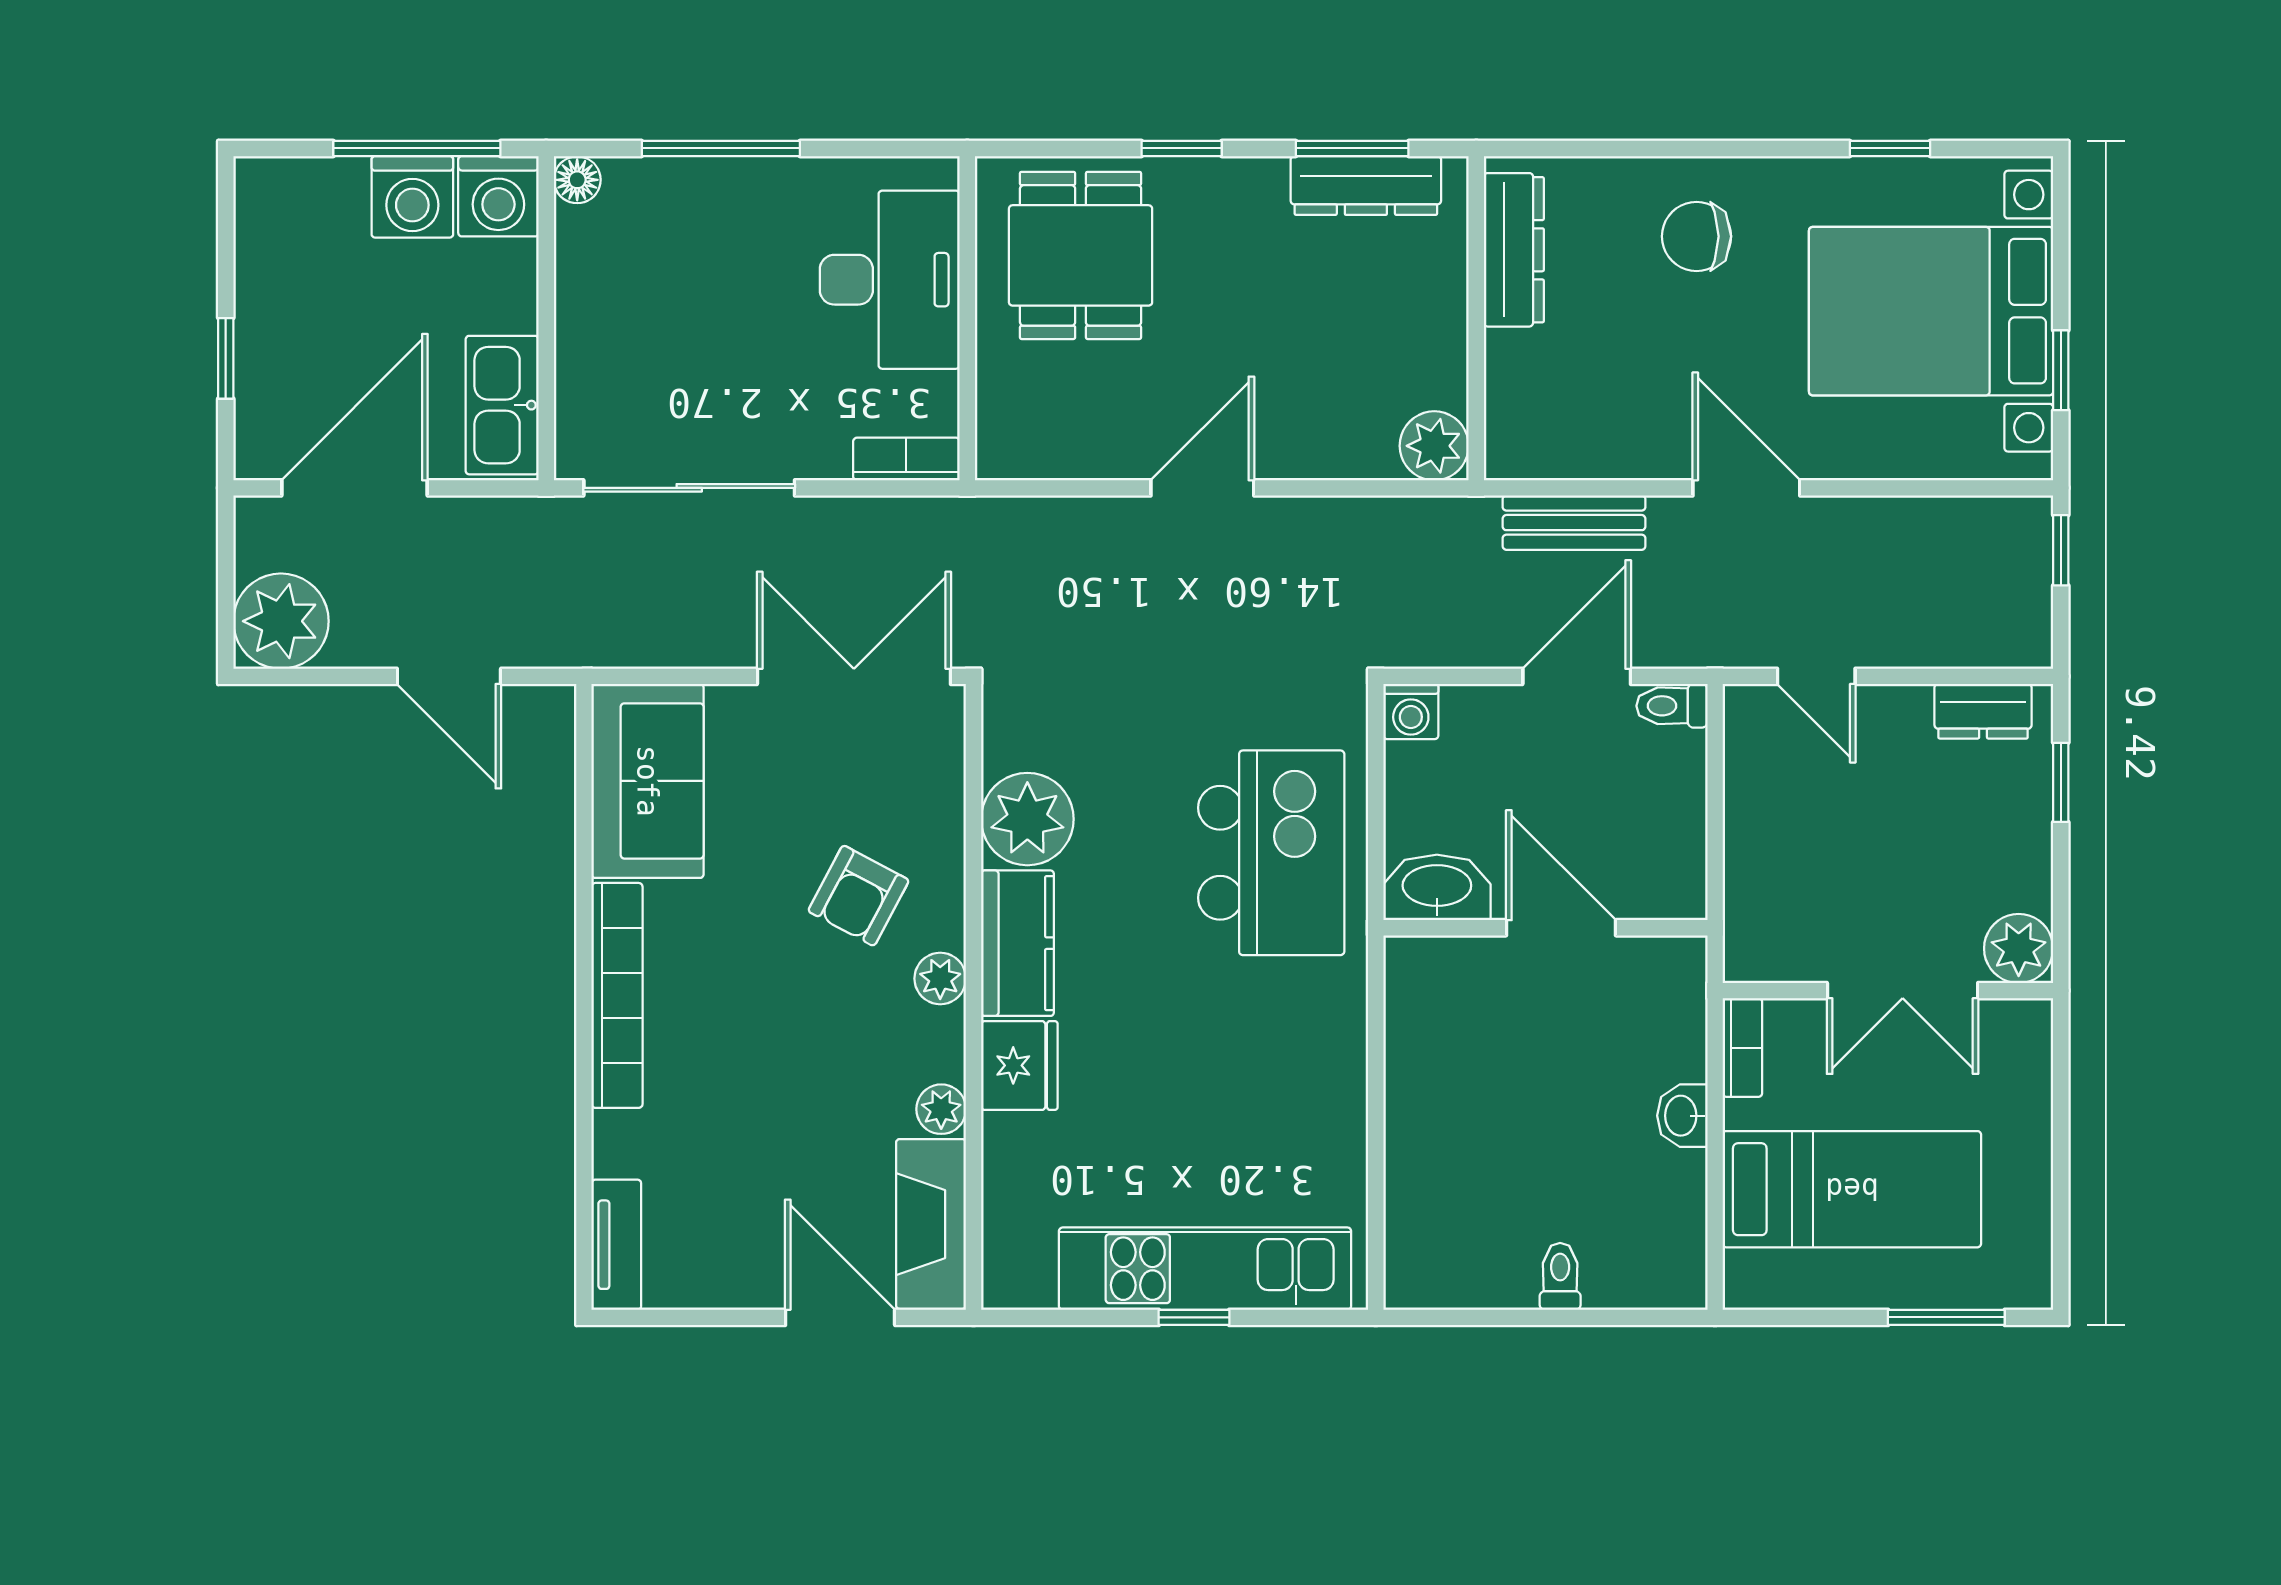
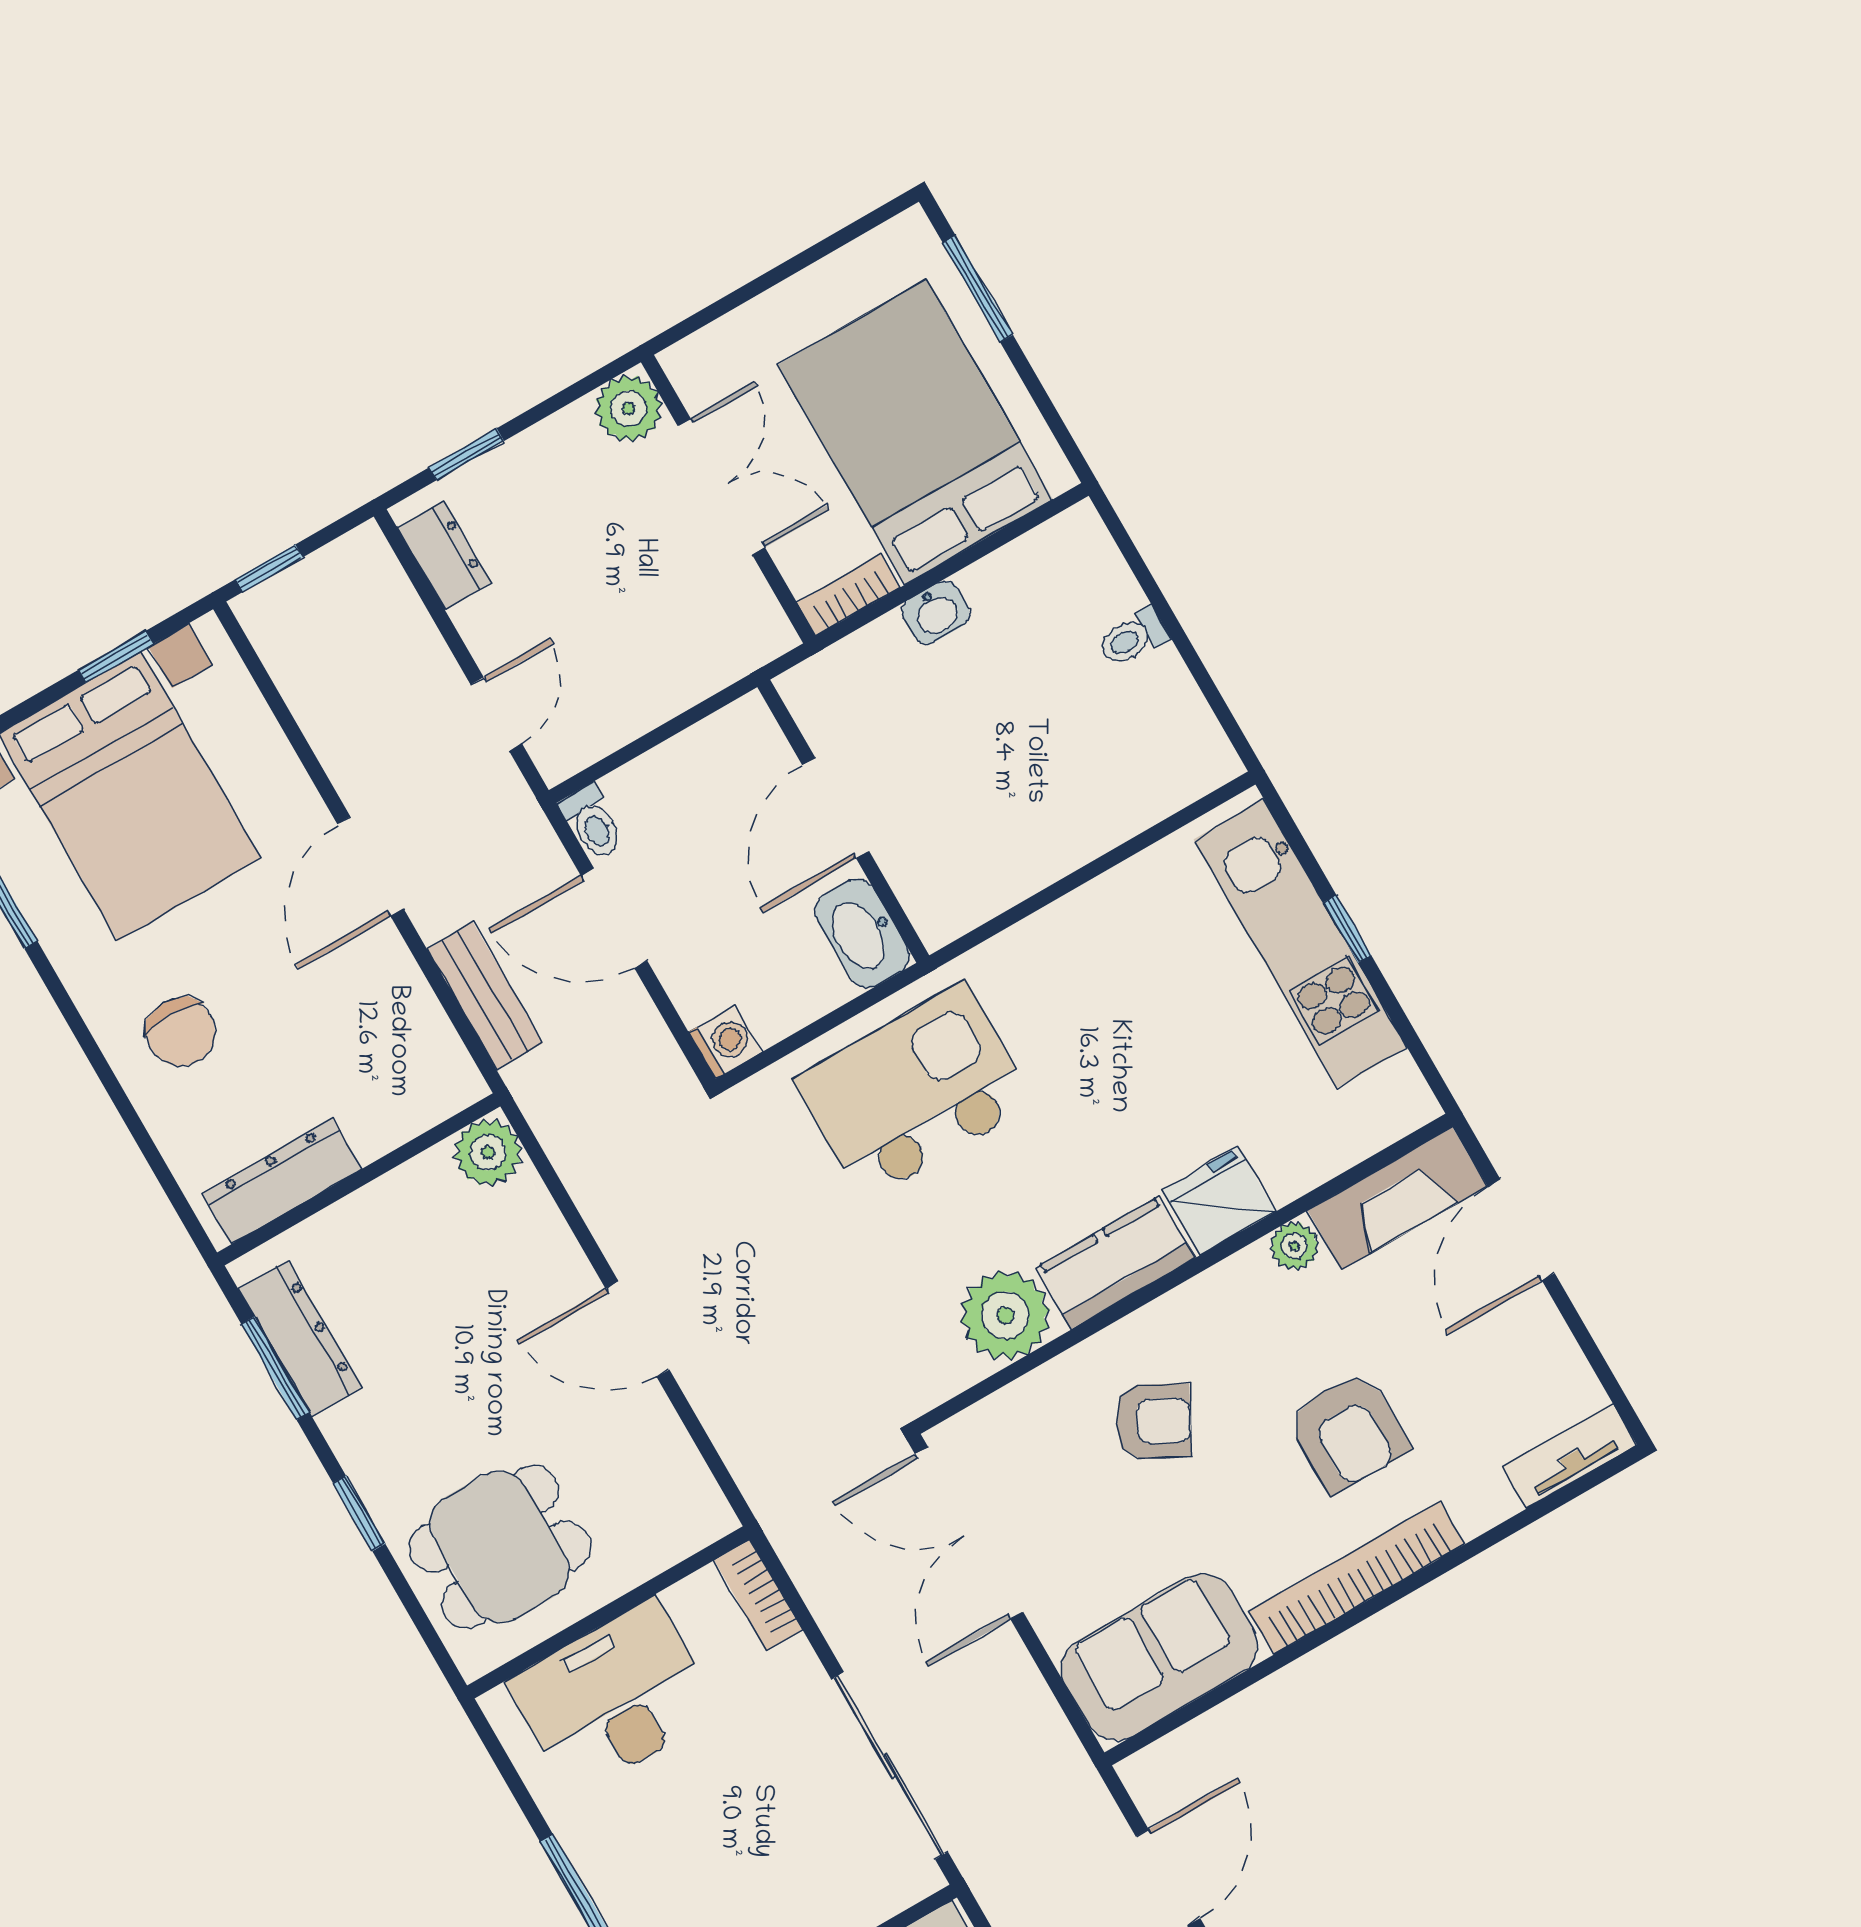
plant: (940, 979) -> (1184, 1311), removed
armchair: (750, 1062) -> (1348, 1432), added
bed: (1852, 1189) -> (915, 432), width x1.50

